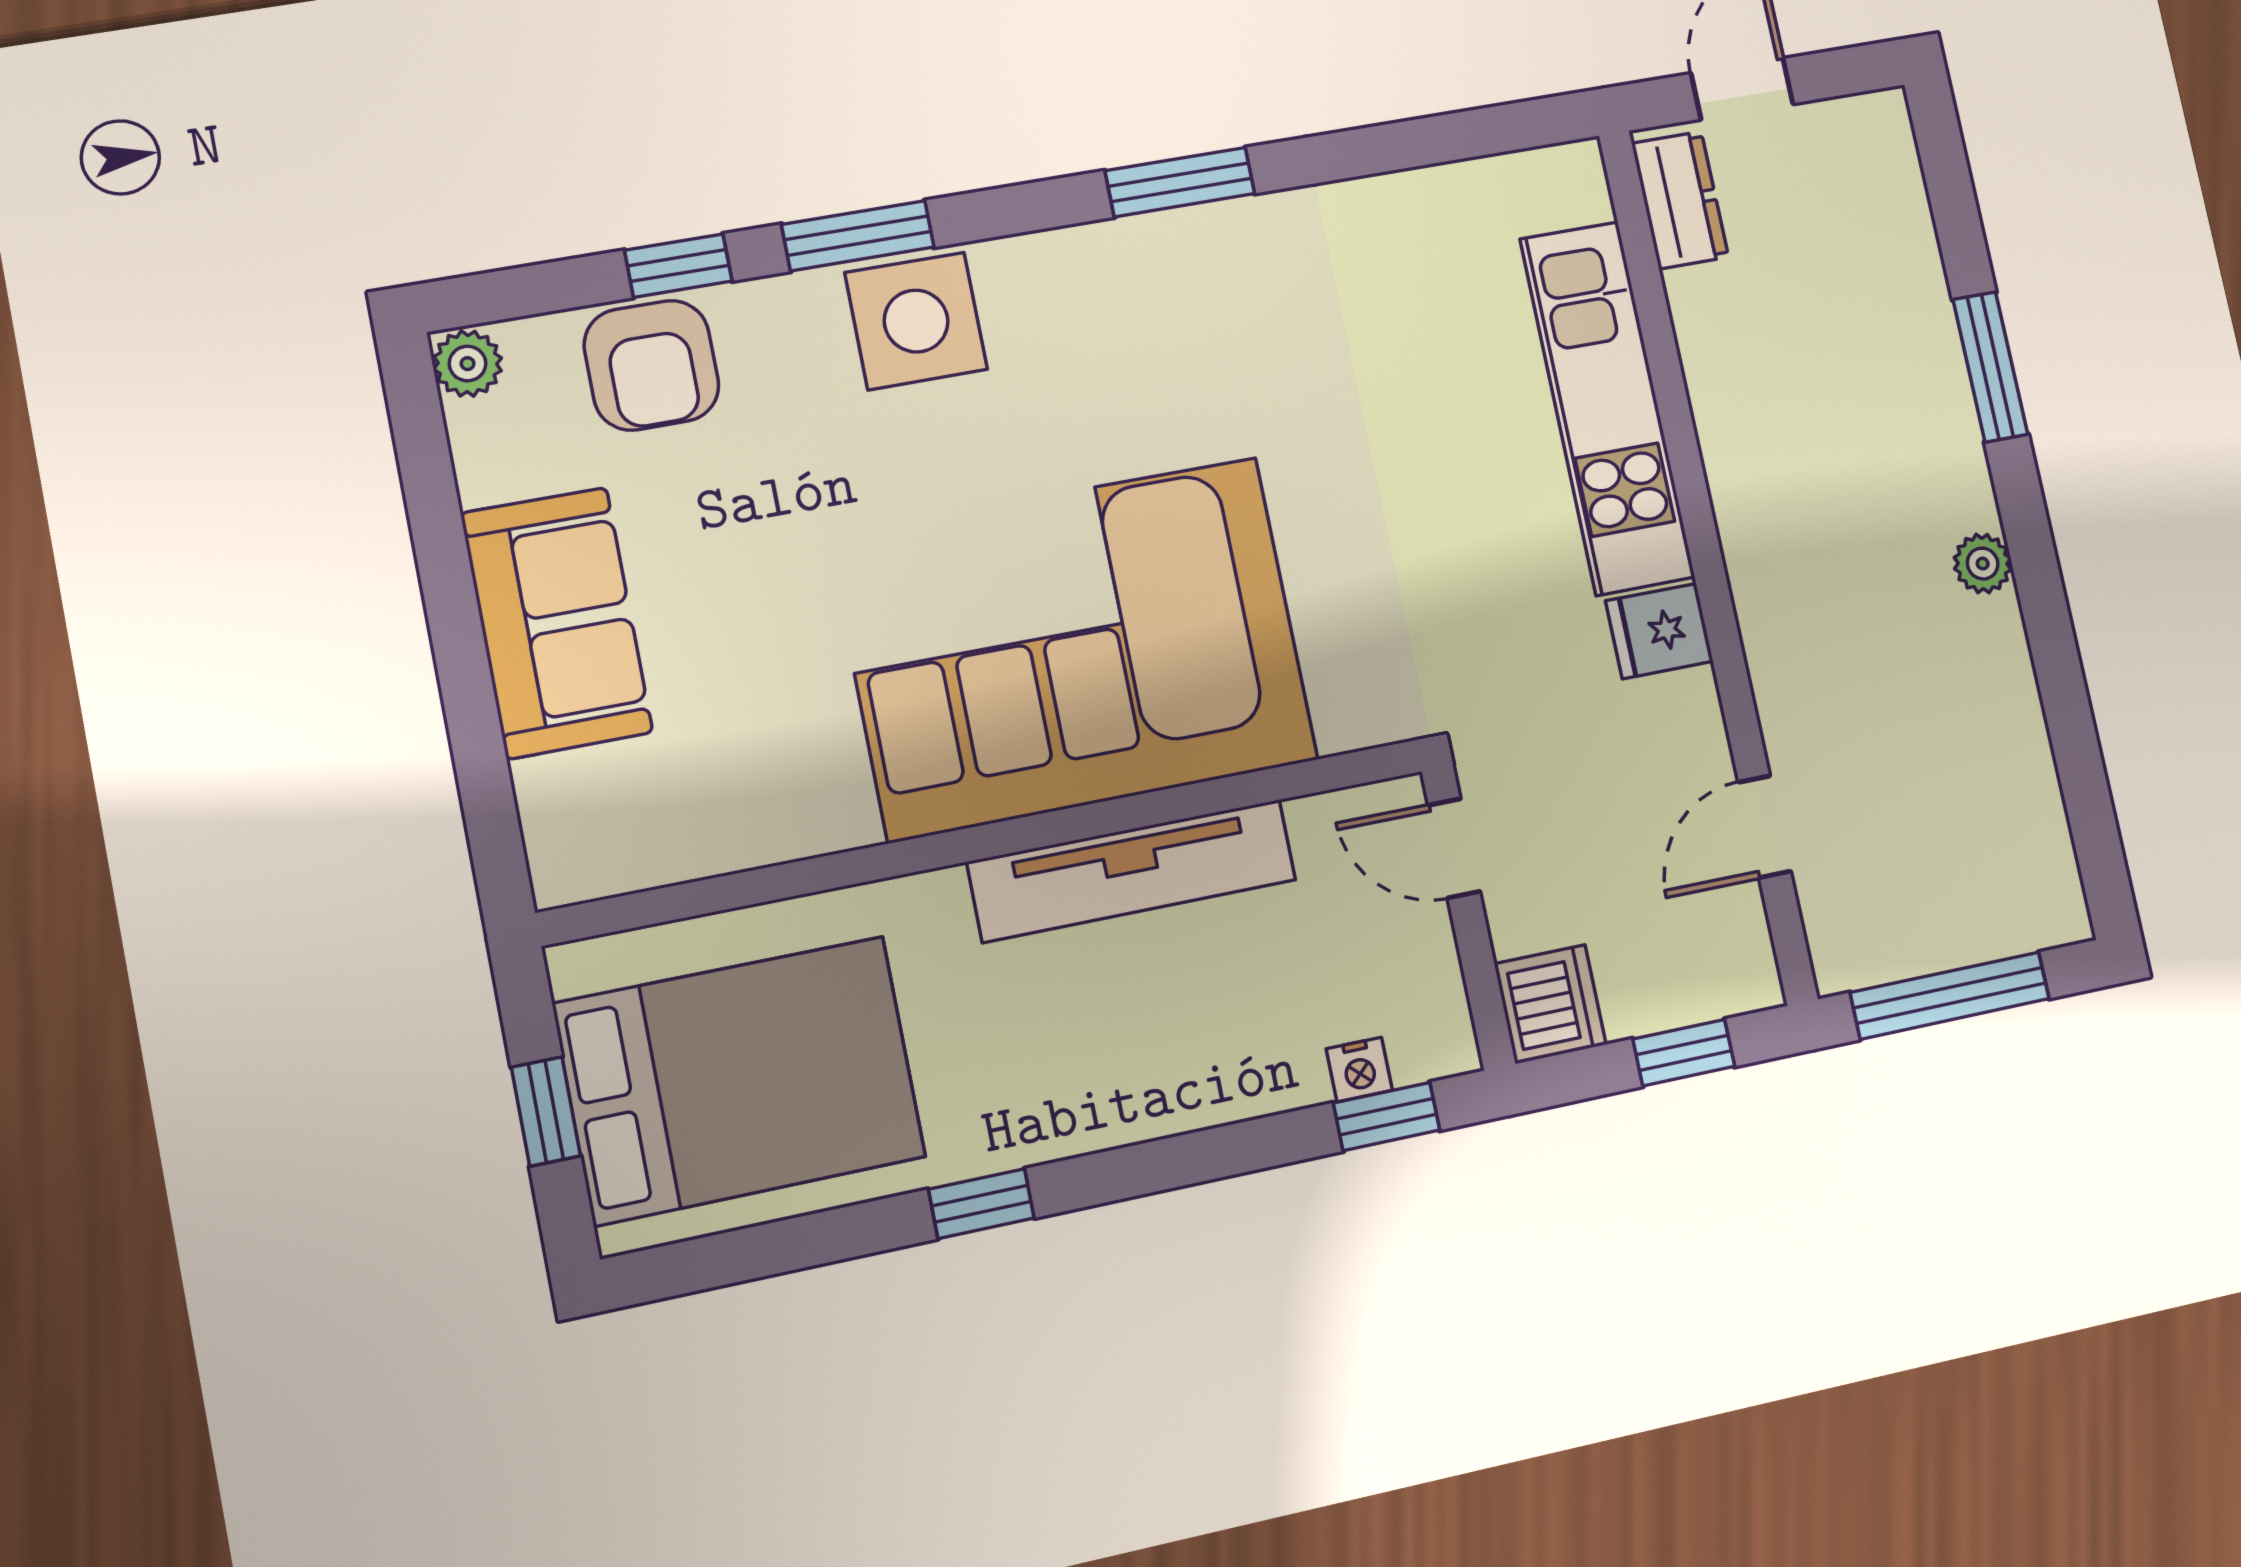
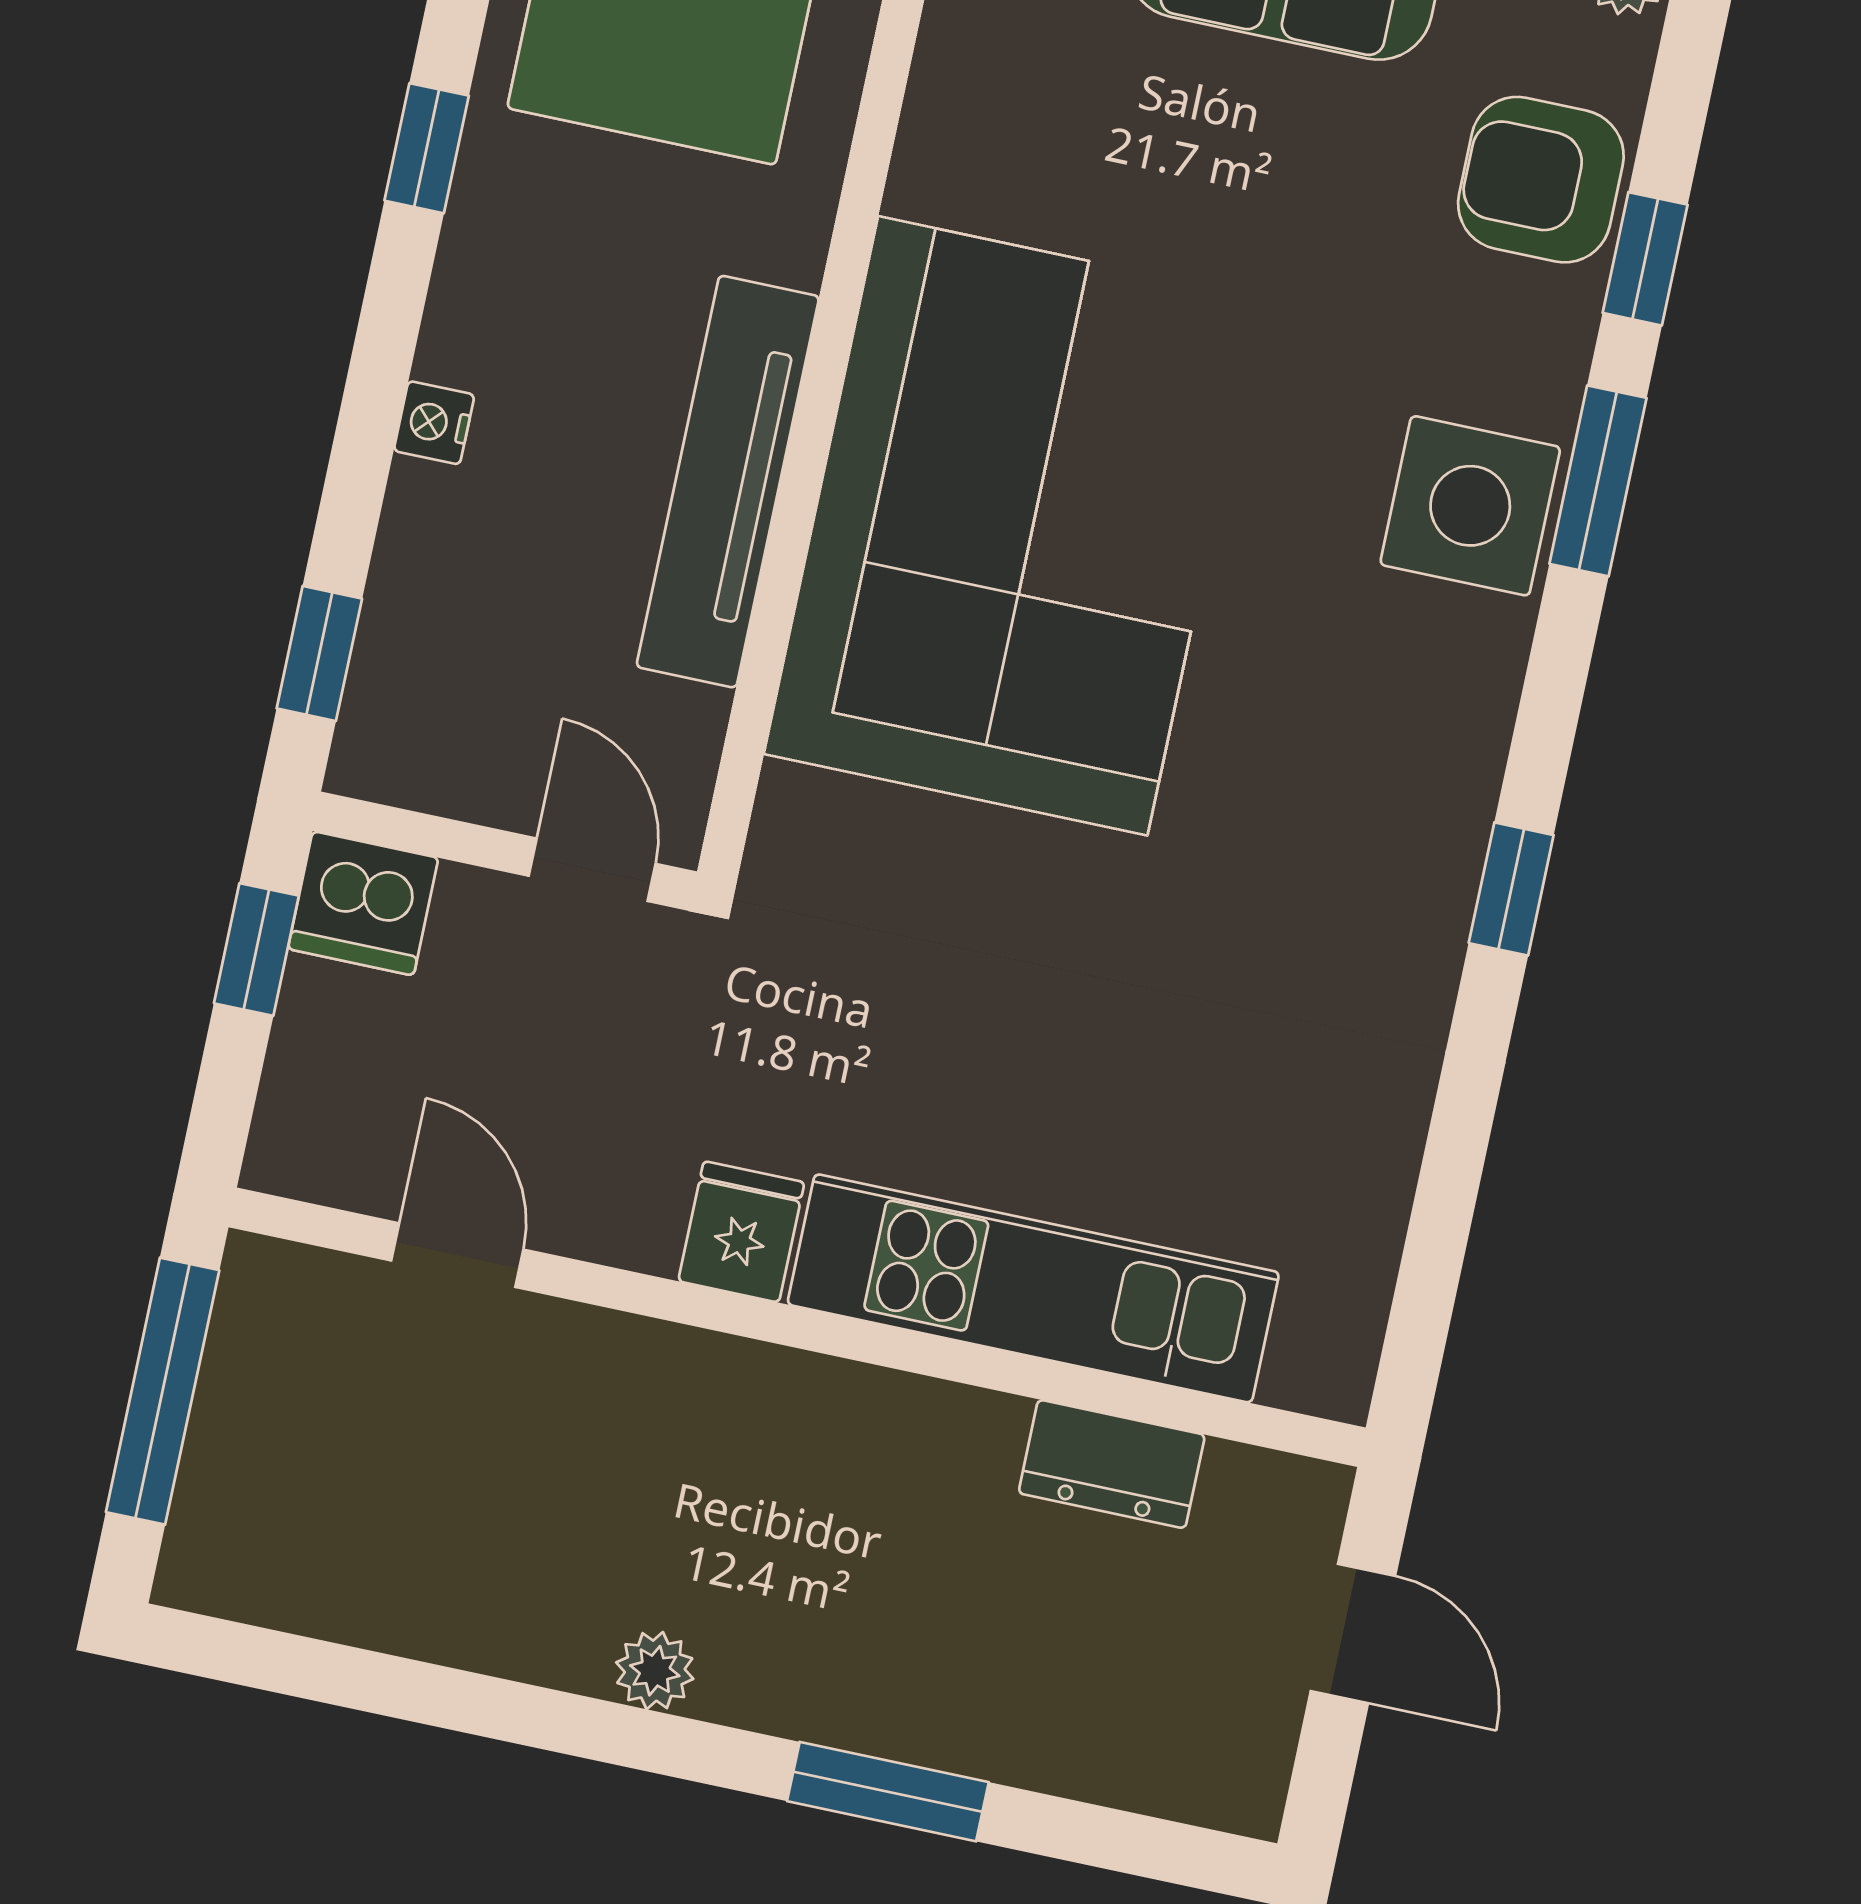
window: (1180, 182) -> (1511, 889), width x0.67
dresser: (1680, 200) -> (1112, 1464), moved
door: (1454, 848) -> (592, 870), hinge flipped
window: (1684, 1053) -> (256, 949), moved
nightstand: (1359, 1070) -> (434, 423), moved

